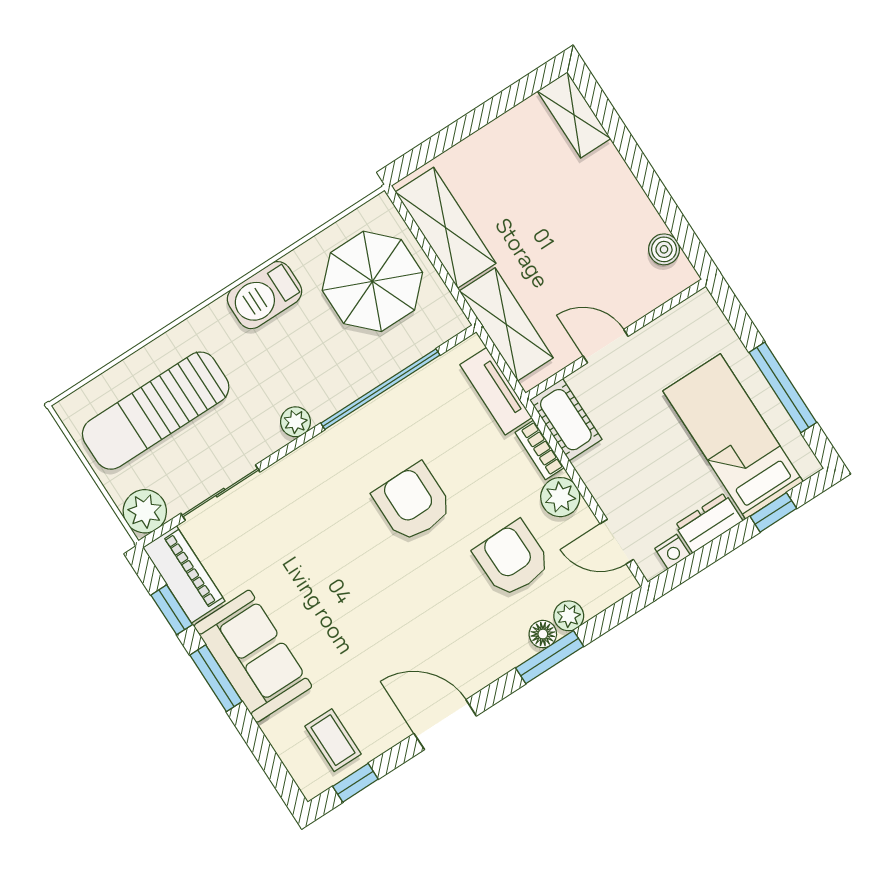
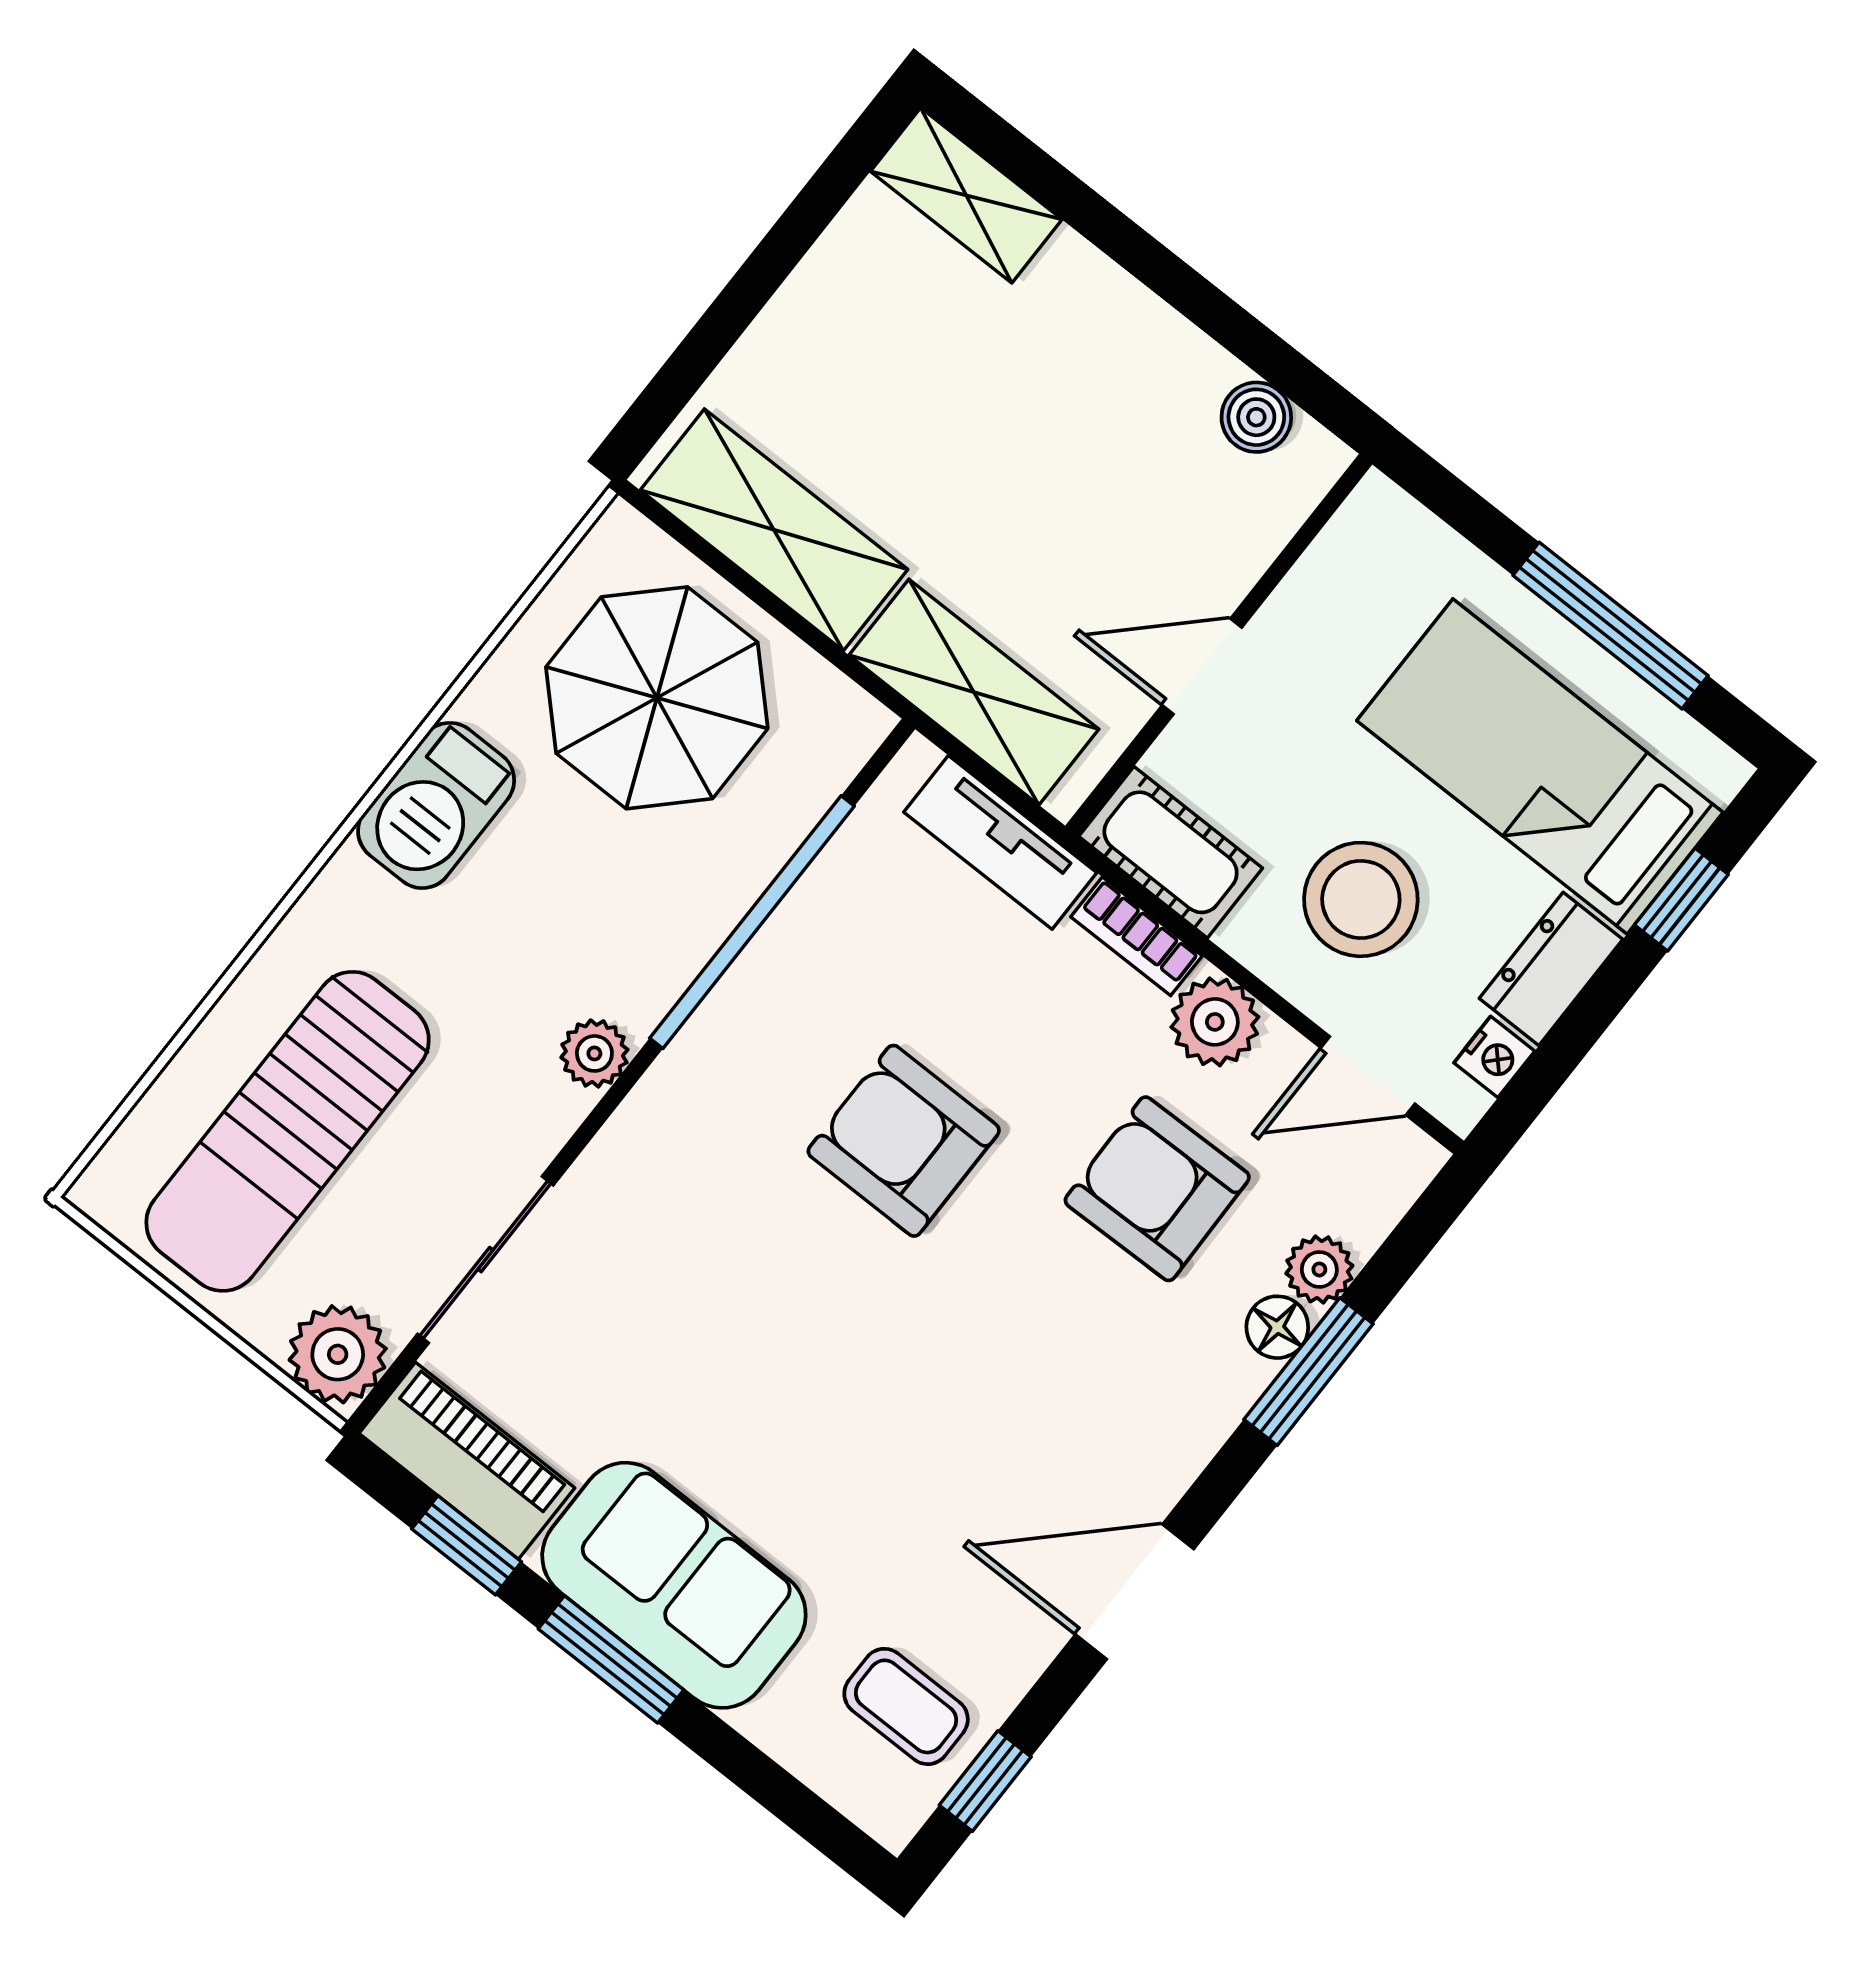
stool: (639, 467) -> (1361, 899), added

